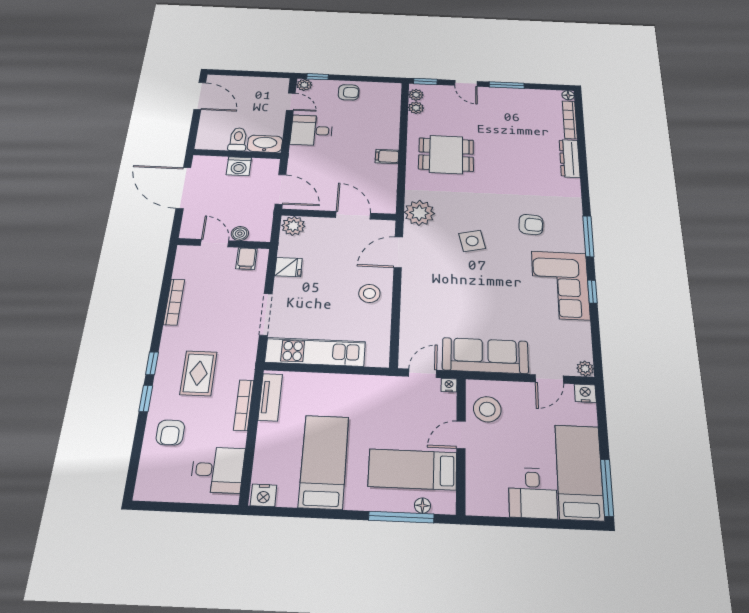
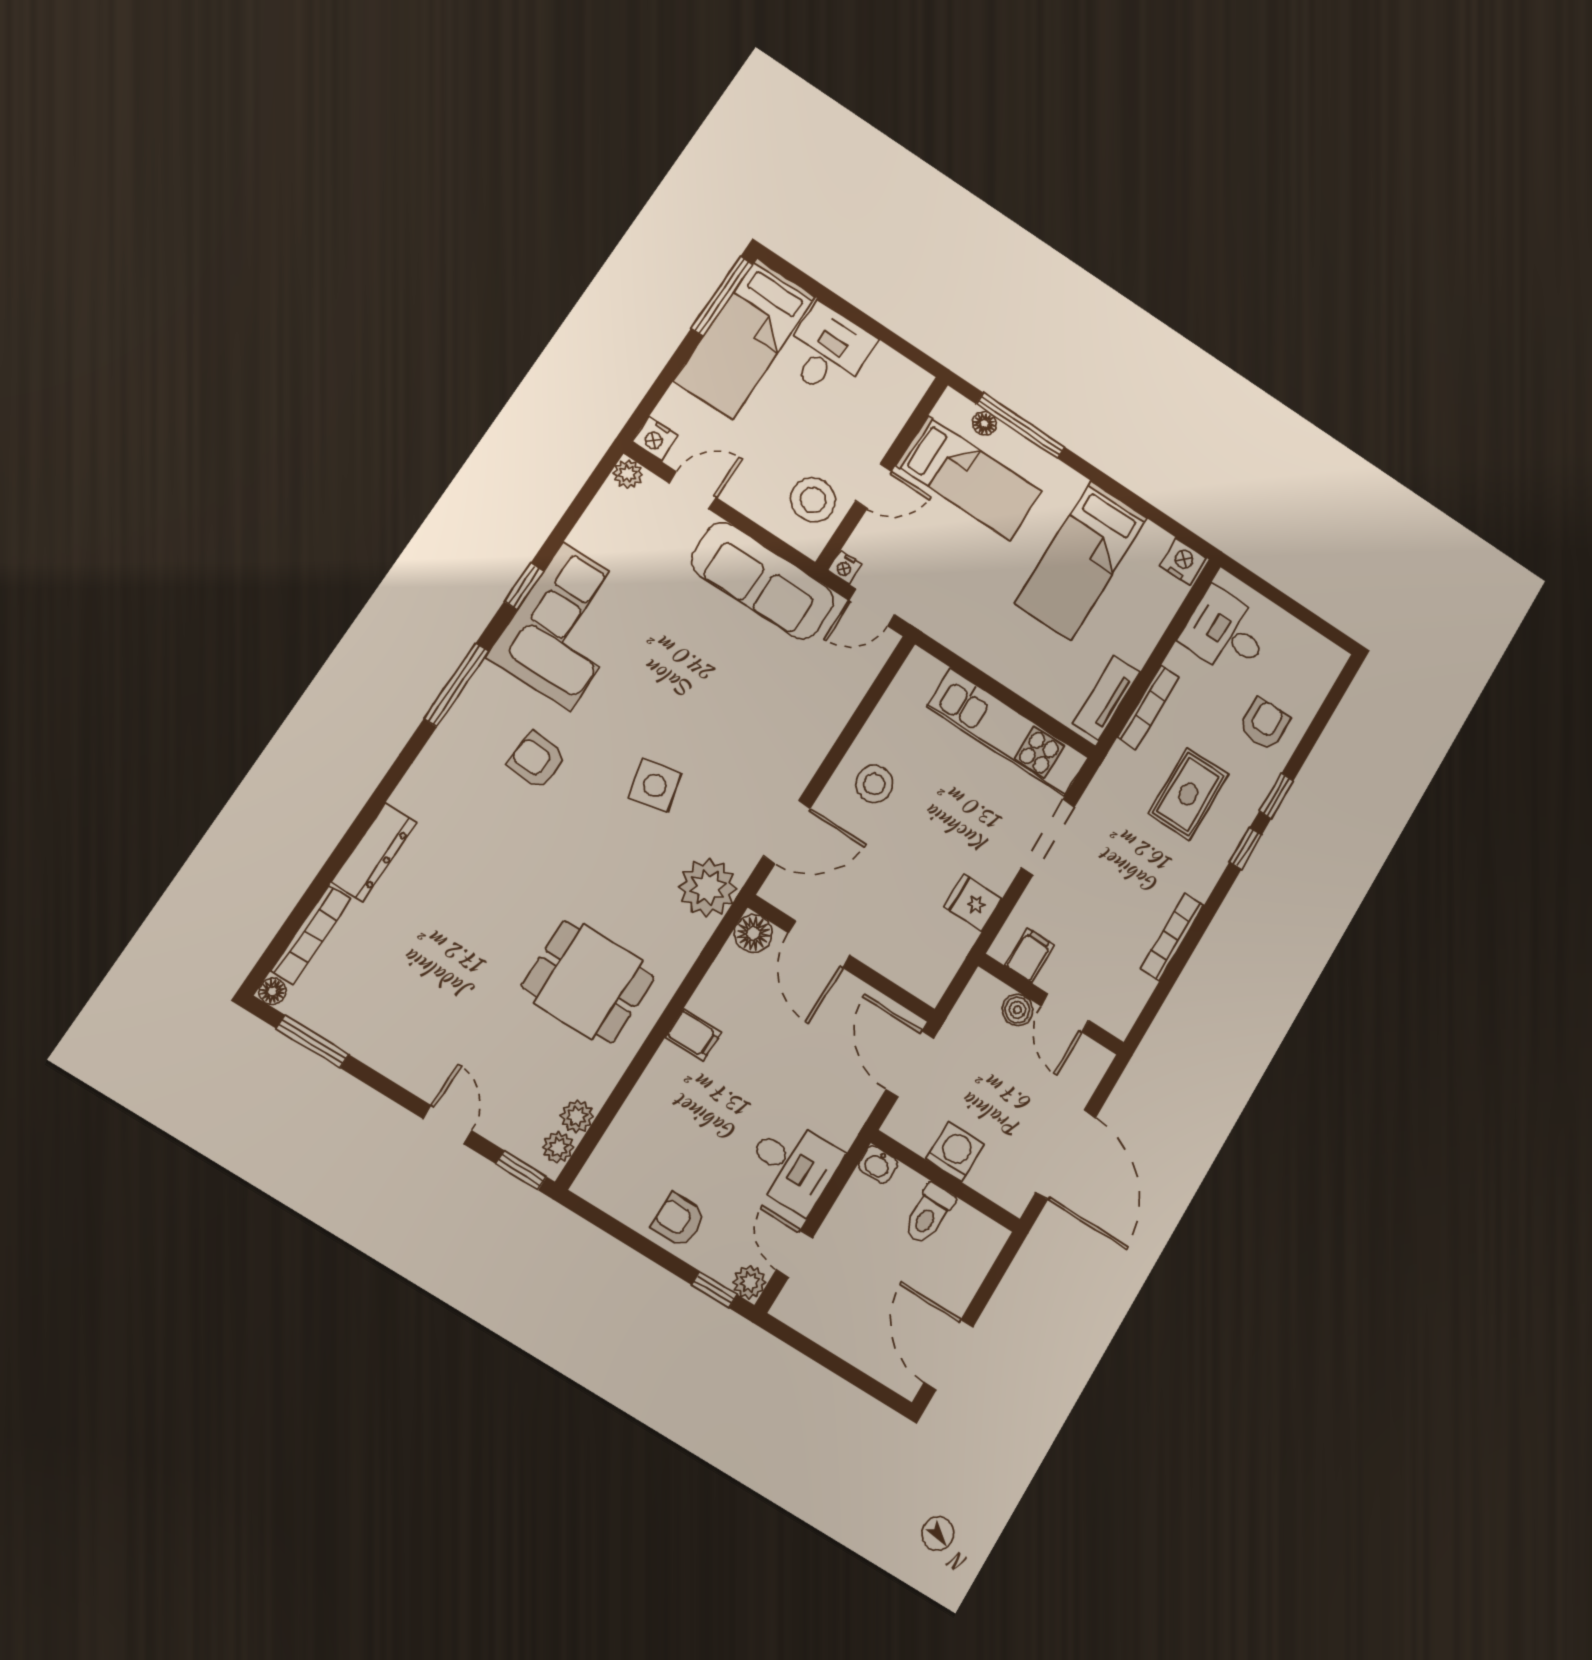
window: (507, 85) -> (313, 1042), moved
washbasin: (265, 144) -> (878, 1165), width x0.52, depth x0.69
floor lamp: (386, 205) -> (753, 933), added
plant: (293, 226) -> (926, 977), removed

